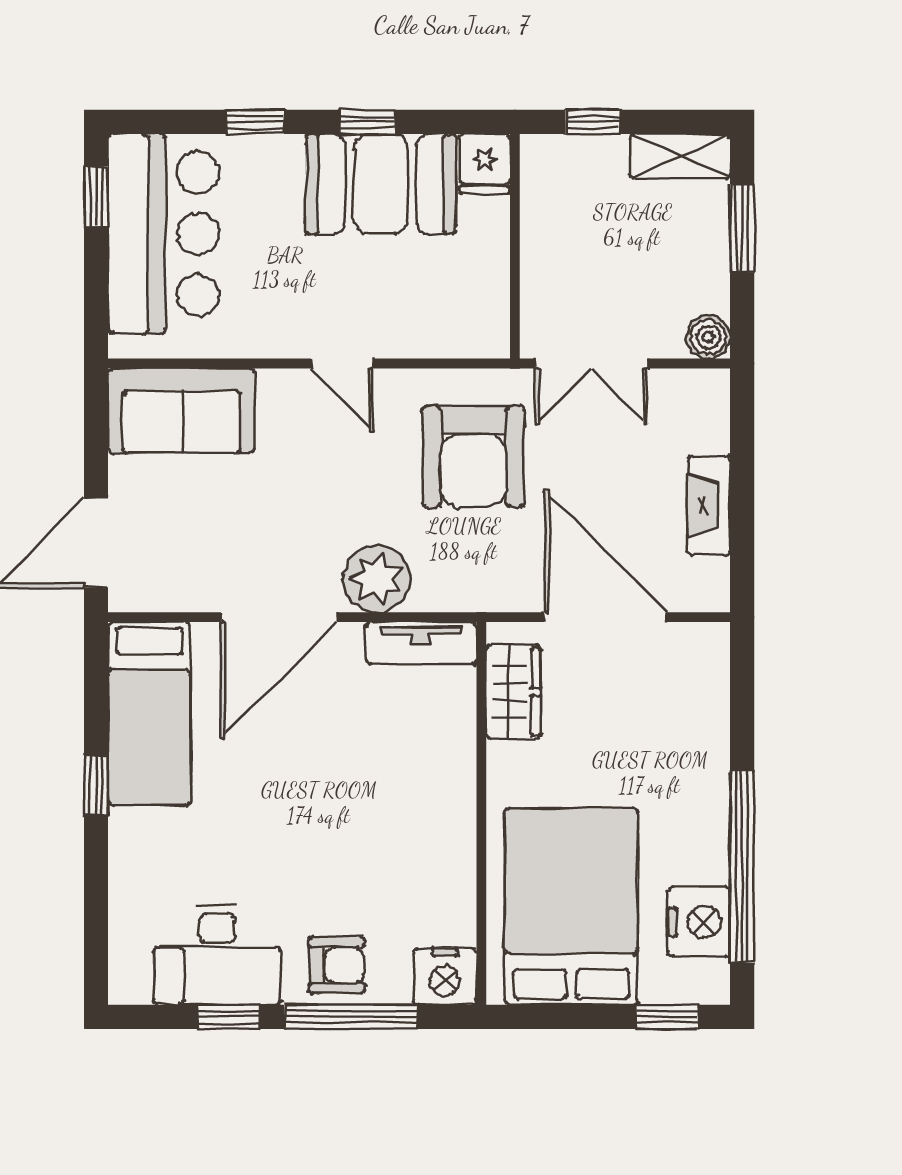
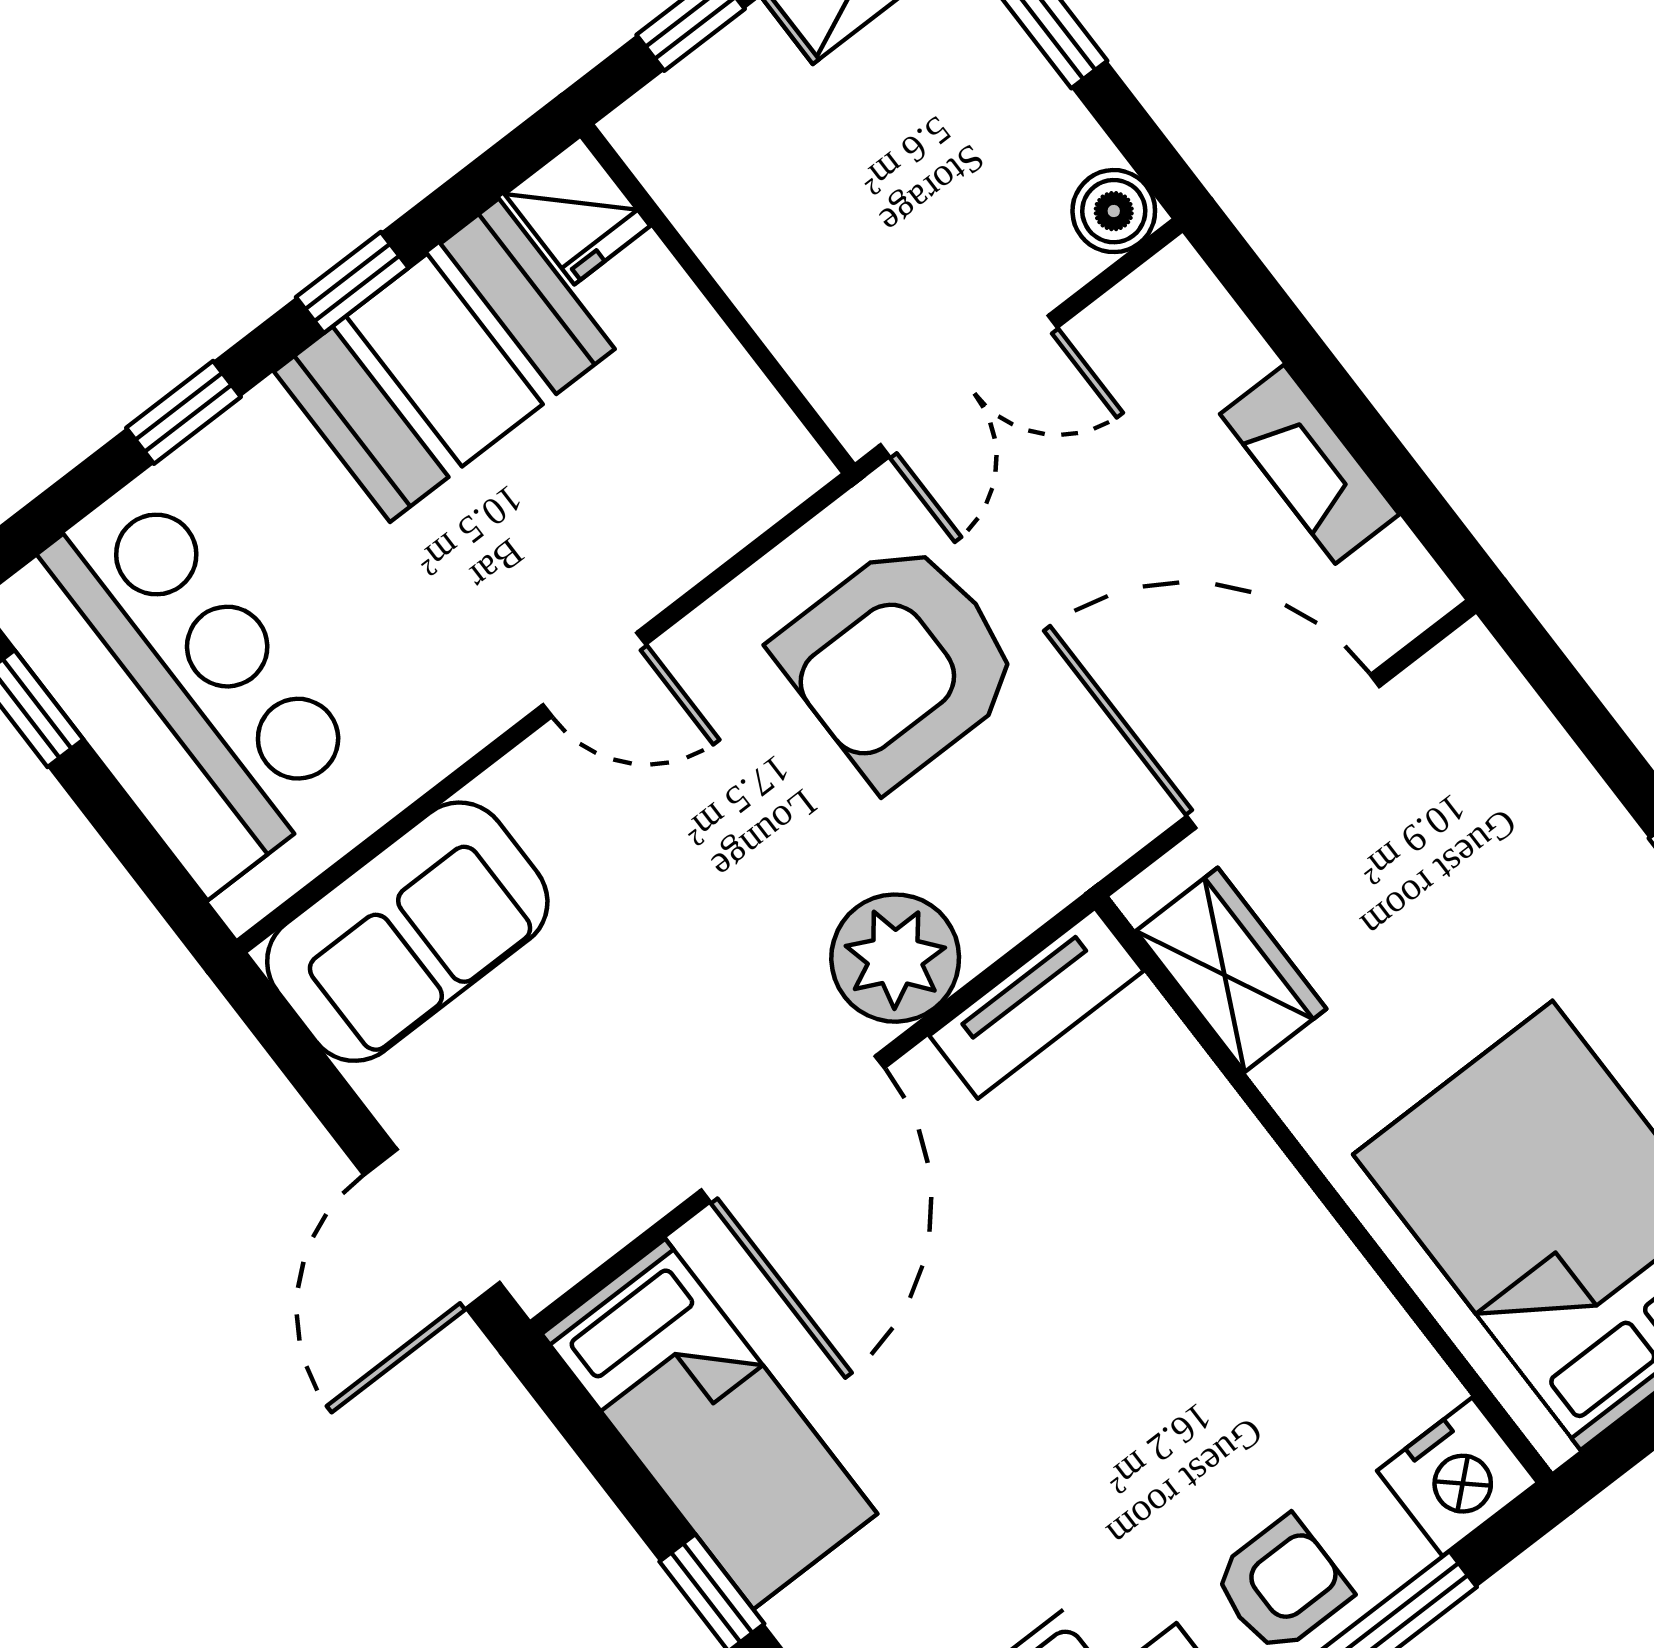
armchair: (473, 456) -> (899, 663), turned 90

